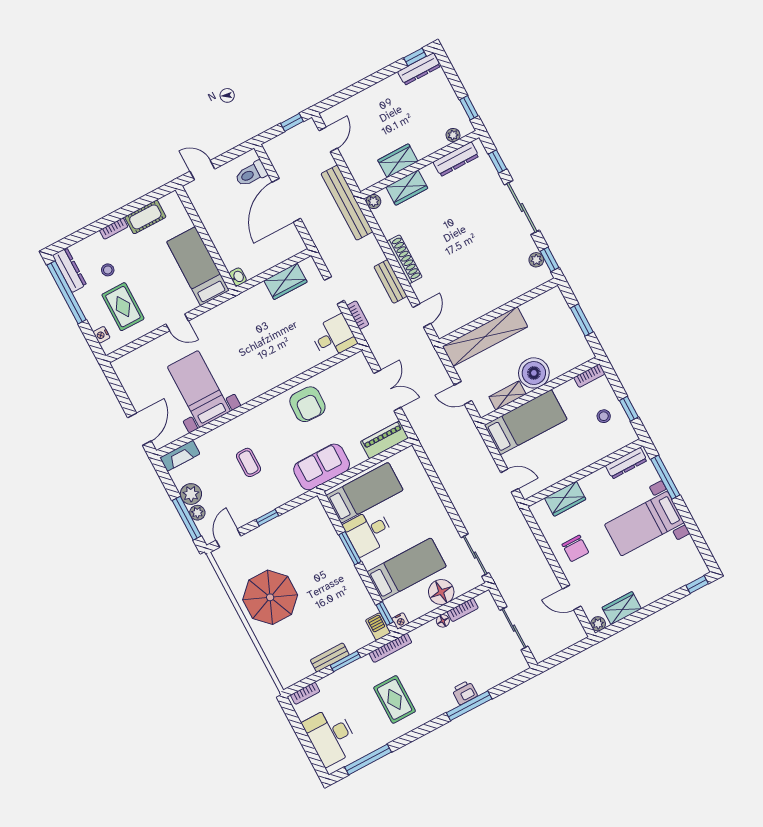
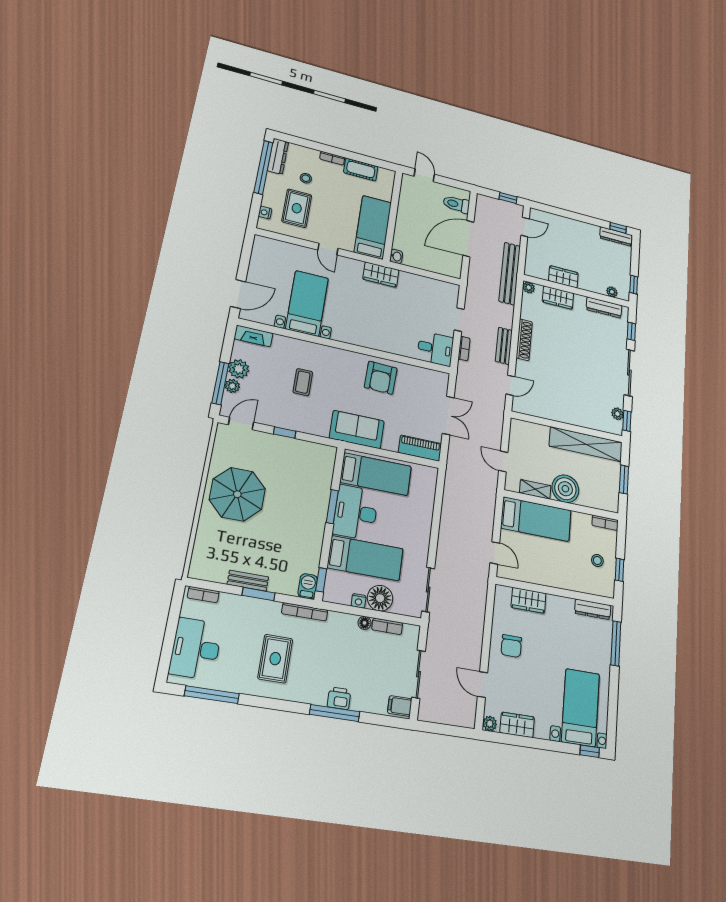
wardrobe: (286, 281) -> (381, 275), moved
shelving: (485, 337) -> (586, 444), moved
bed with nightstands: (644, 524) -> (581, 708), moved, turned 90
desk: (368, 532) -> (356, 512), width x1.37
nightstand: (400, 621) -> (359, 601), moved
filing cabinet: (516, 663) -> (400, 706), added

